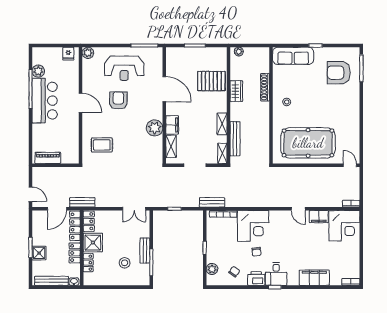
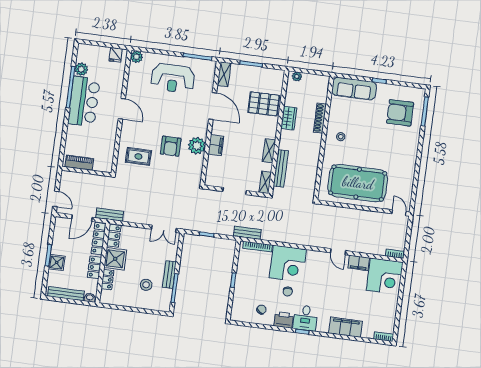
armchair: (118, 100) -> (171, 146), moved, turned 180
shelving: (171, 146) -> (224, 74), moved
plant: (212, 269) -> (238, 304), removed

